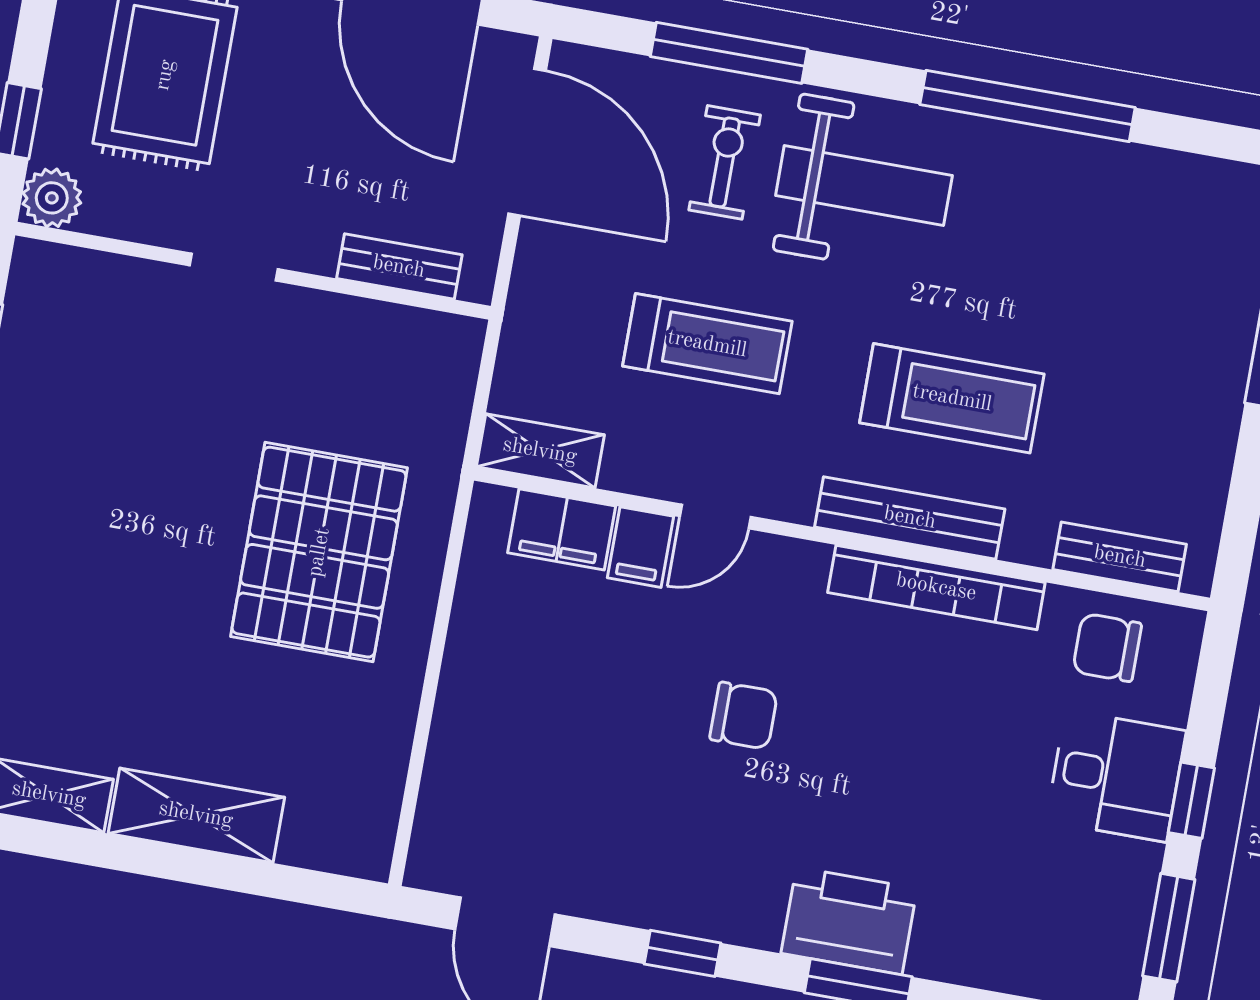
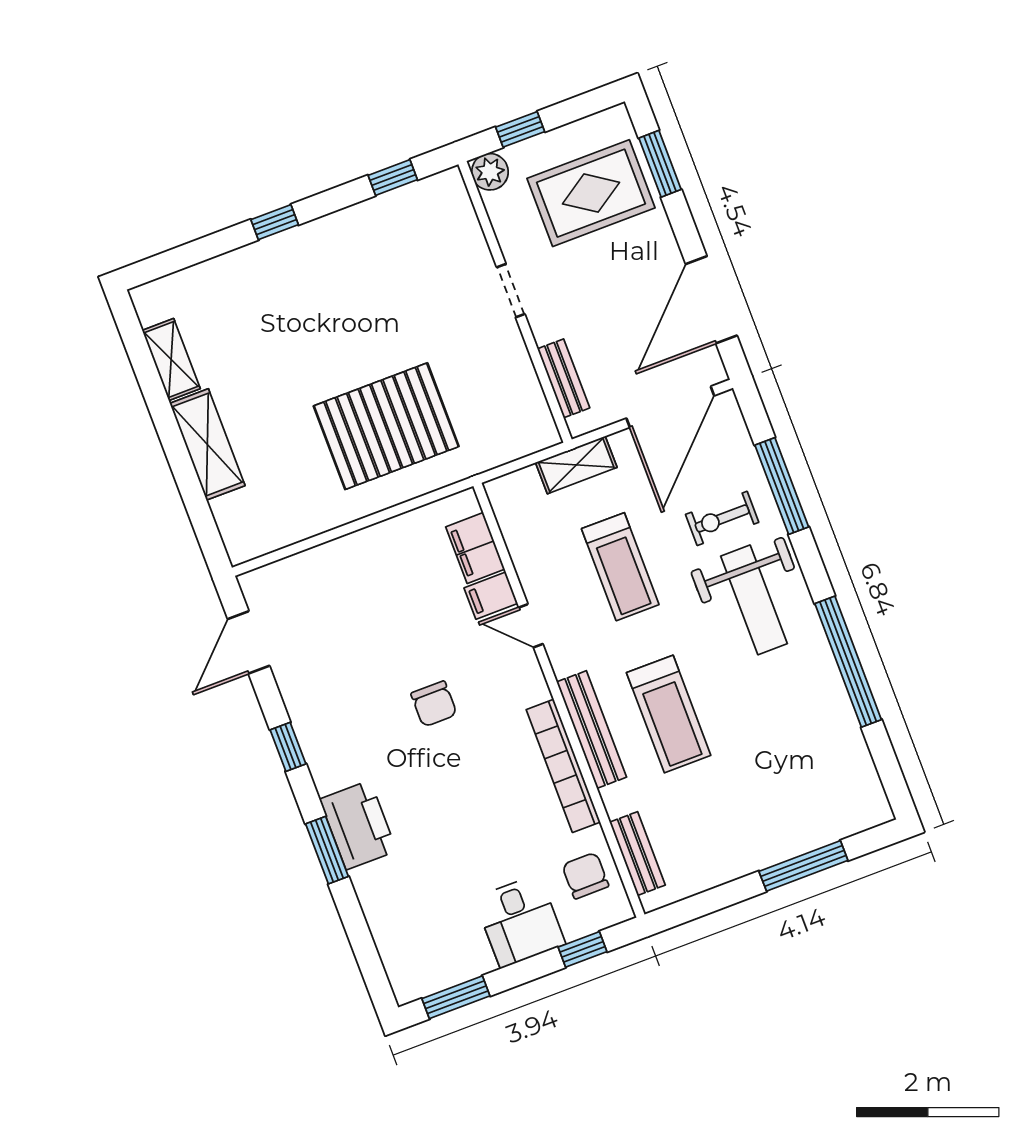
exercise bike: (725, 162) -> (722, 518), turned 180
shelving: (540, 451) -> (576, 465), moved, turned 90
window: (1191, 800) -> (582, 949), moved

